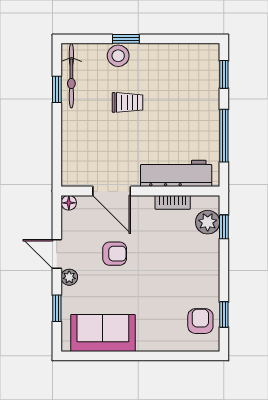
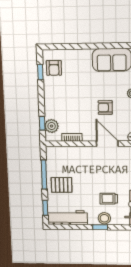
trolley: (128, 102) -> (109, 199), moved
pallet: (193, 117) -> (62, 185), added
workbench: (176, 173) -> (68, 218), moved, turned 180

